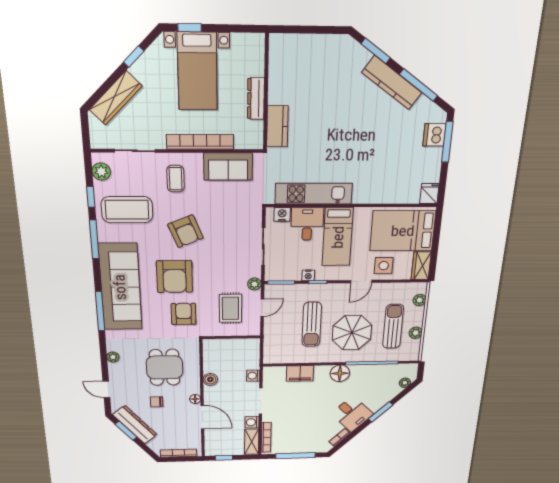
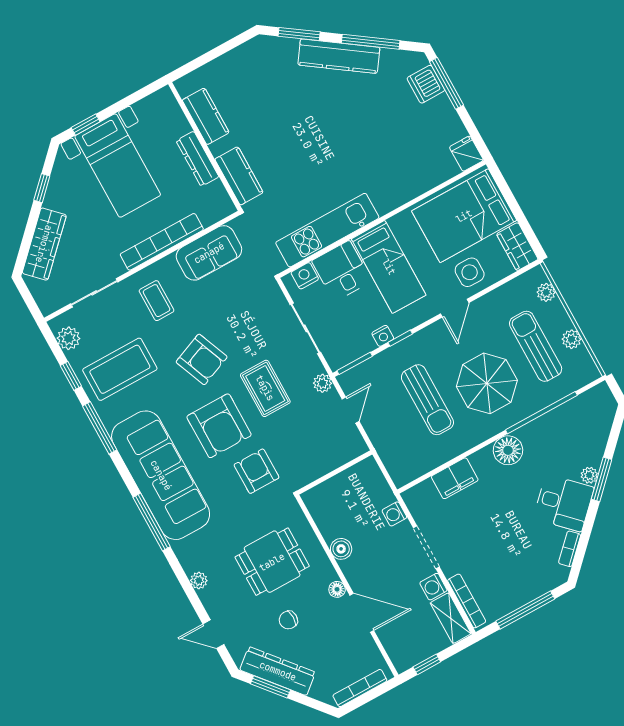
kitchen counter: (278, 72) -> (206, 116), added
rug: (230, 308) -> (265, 388), moved
dining table: (165, 367) -> (272, 562), turned 90
plant: (405, 383) -> (589, 475), moved

